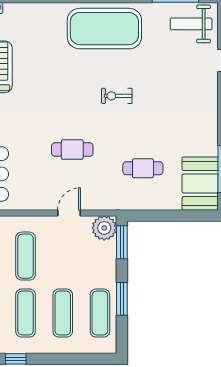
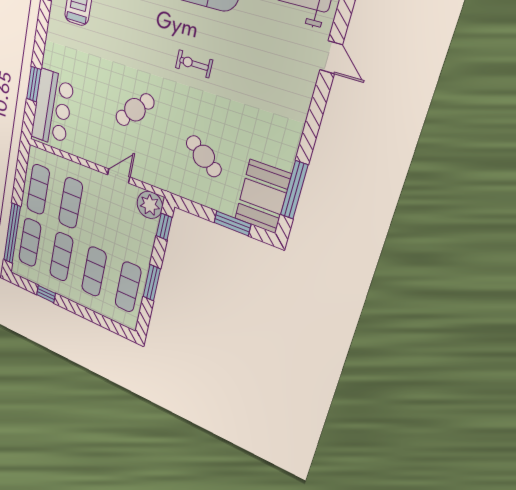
cafe table: (72, 150) -> (135, 110), turned -47
cafe table: (143, 168) -> (204, 156), turned 35
window: (181, 216) -> (232, 223), added
window: (122, 242) -> (164, 227), width x0.67

